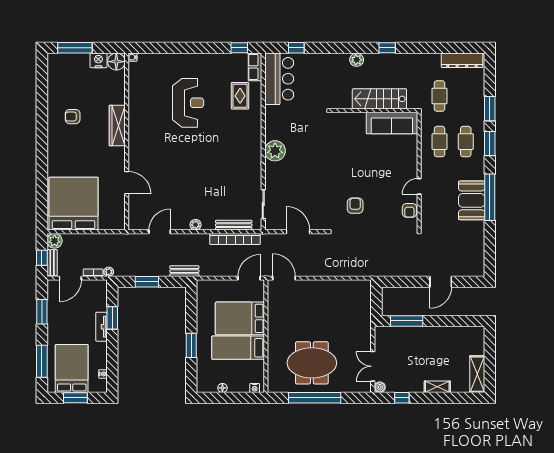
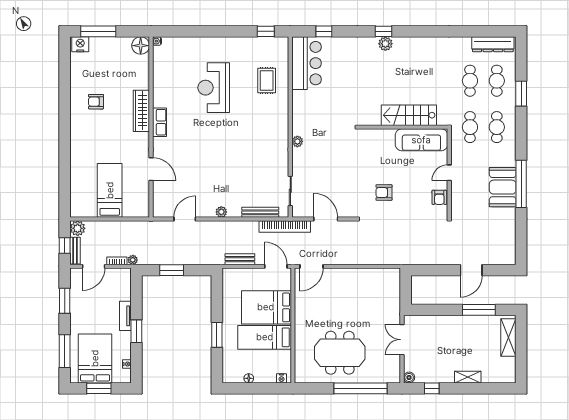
window: (387, 48) -> (383, 31), moved
nightstand: (98, 60) -> (80, 44), moved
row of seats: (255, 67) -> (159, 122), moved, turned 180
cafe table: (466, 96) -> (497, 81), added
stairs: (379, 99) -> (409, 115), moved
reception desk: (188, 103) -> (214, 88), turned 180
wall: (374, 111) -> (403, 127), moved
sofa: (392, 123) -> (421, 140), moved
window: (490, 143) -> (521, 129), removed
plant: (275, 151) -> (297, 141), width x0.53, depth x0.53
bed: (74, 204) -> (110, 190), width x0.49
armchair: (355, 206) -> (384, 193), turned -90
bookcase: (235, 239) -> (285, 226), moved
bench: (184, 271) -> (240, 259), moved
door: (249, 278) -> (276, 266), hinge flipped
door: (284, 278) -> (311, 266), swing flipped
window: (112, 318) -> (136, 331), moved
window: (407, 321) -> (479, 310), moved
double door: (373, 366) -> (402, 340), moved
shelving: (477, 374) -> (508, 337), moved
window: (315, 398) -> (361, 388), moved

